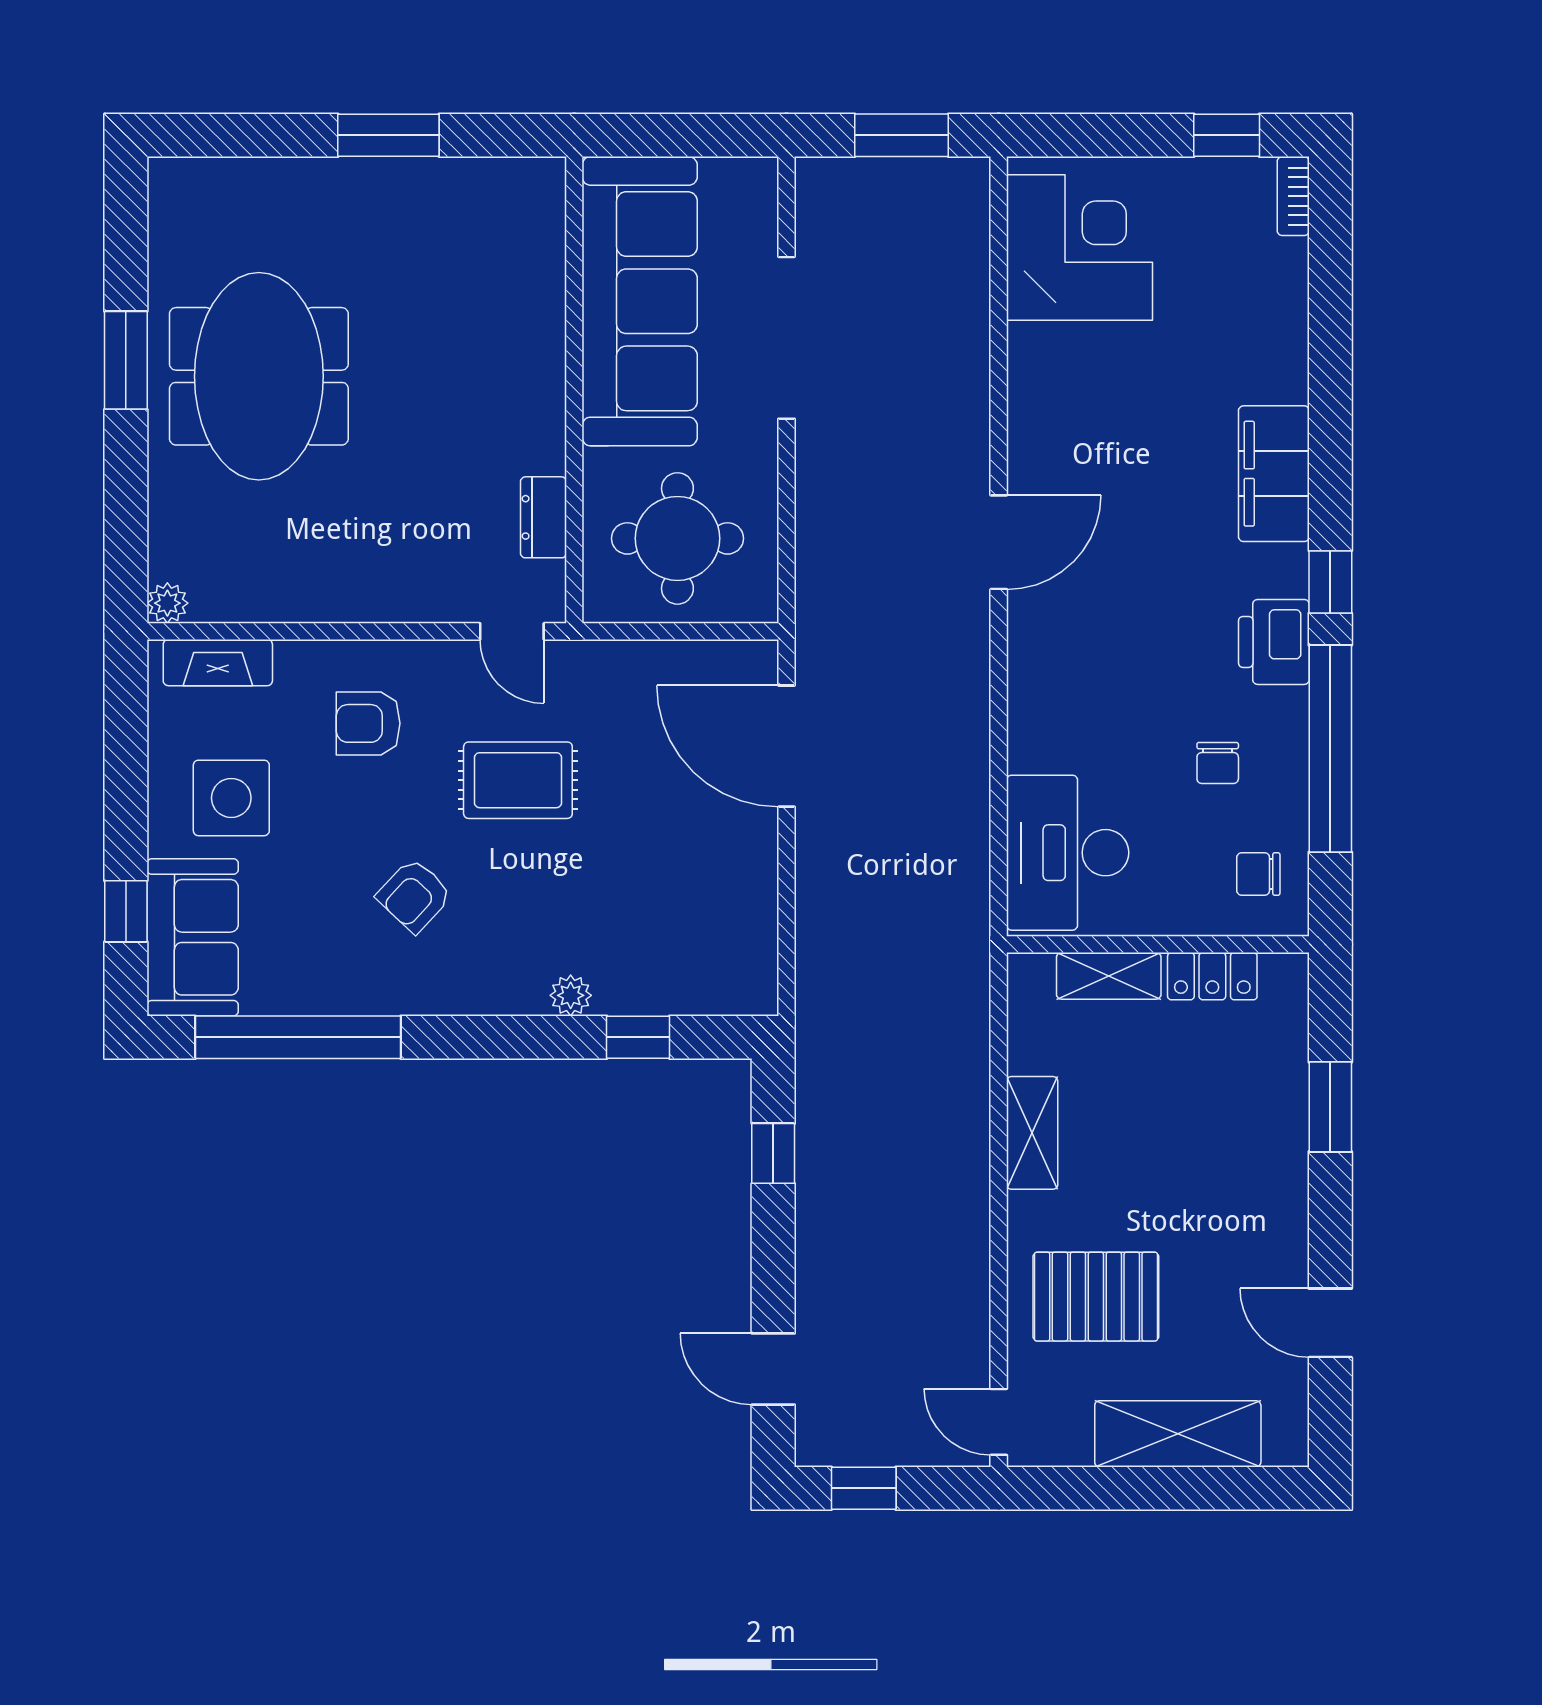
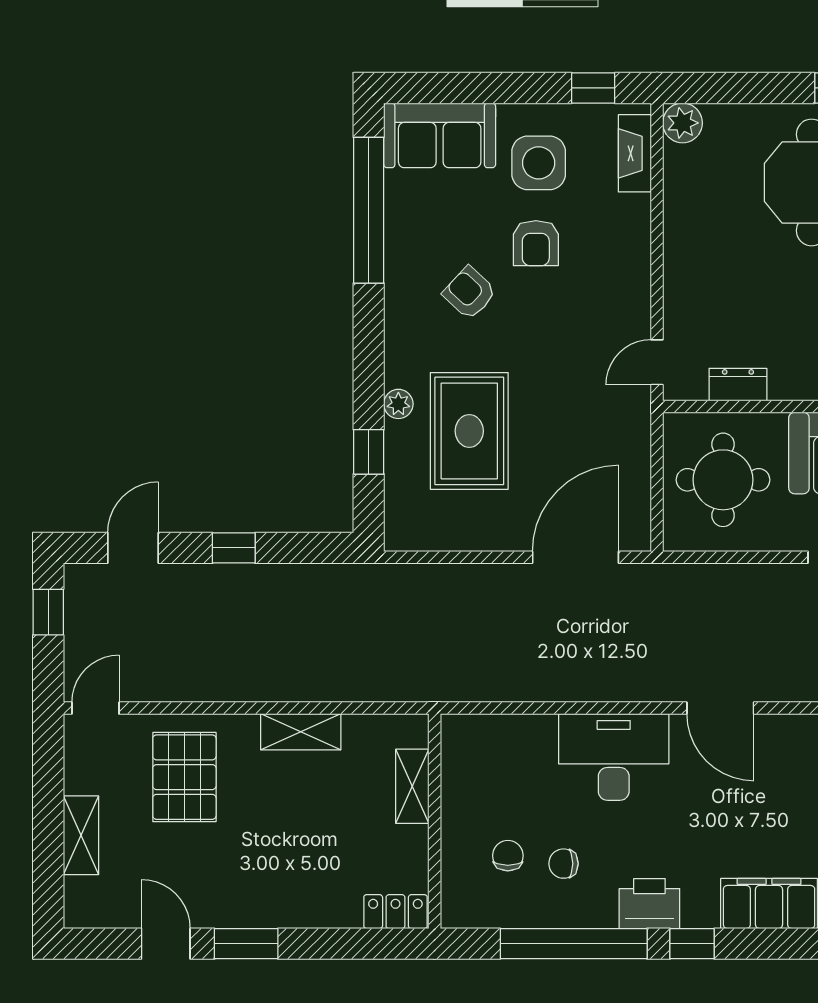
plant: (167, 603) -> (683, 123), width x1.38, depth x1.38
armchair: (368, 723) -> (536, 243), moved, turned 180
rug: (518, 780) -> (469, 431), moved, width x1.36, depth x1.43
desk: (1068, 853) -> (614, 757), moved
chair: (1258, 874) -> (508, 856), moved
window: (126, 911) -> (593, 88), moved
locker: (1212, 976) -> (395, 912), moved, turned 90
window: (1330, 1107) -> (246, 944), moved
window: (773, 1153) -> (234, 548), moved
door: (1330, 1323) -> (166, 944), hinge flipped
shelving: (1178, 1434) -> (81, 835), width x0.67, depth x0.75

